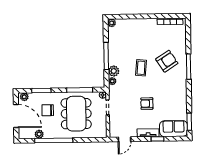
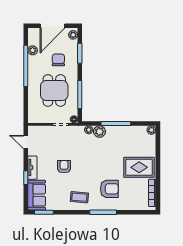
rug: (146, 34) -> (139, 167), added
armchair: (167, 61) -> (109, 189), turned -57
coffee table: (141, 68) -> (79, 197), moved
dining table: (76, 114) -> (54, 90), width x0.73

